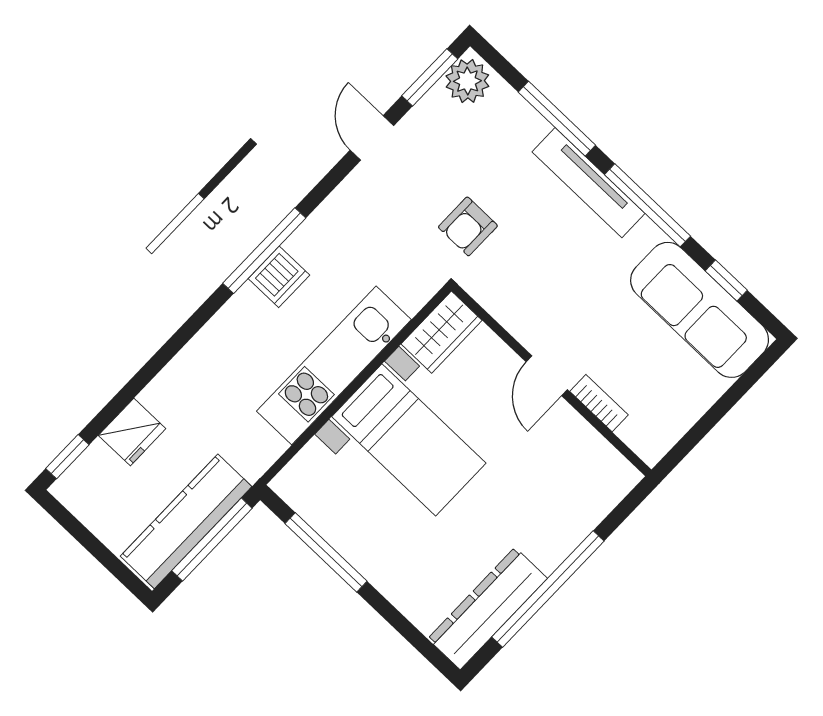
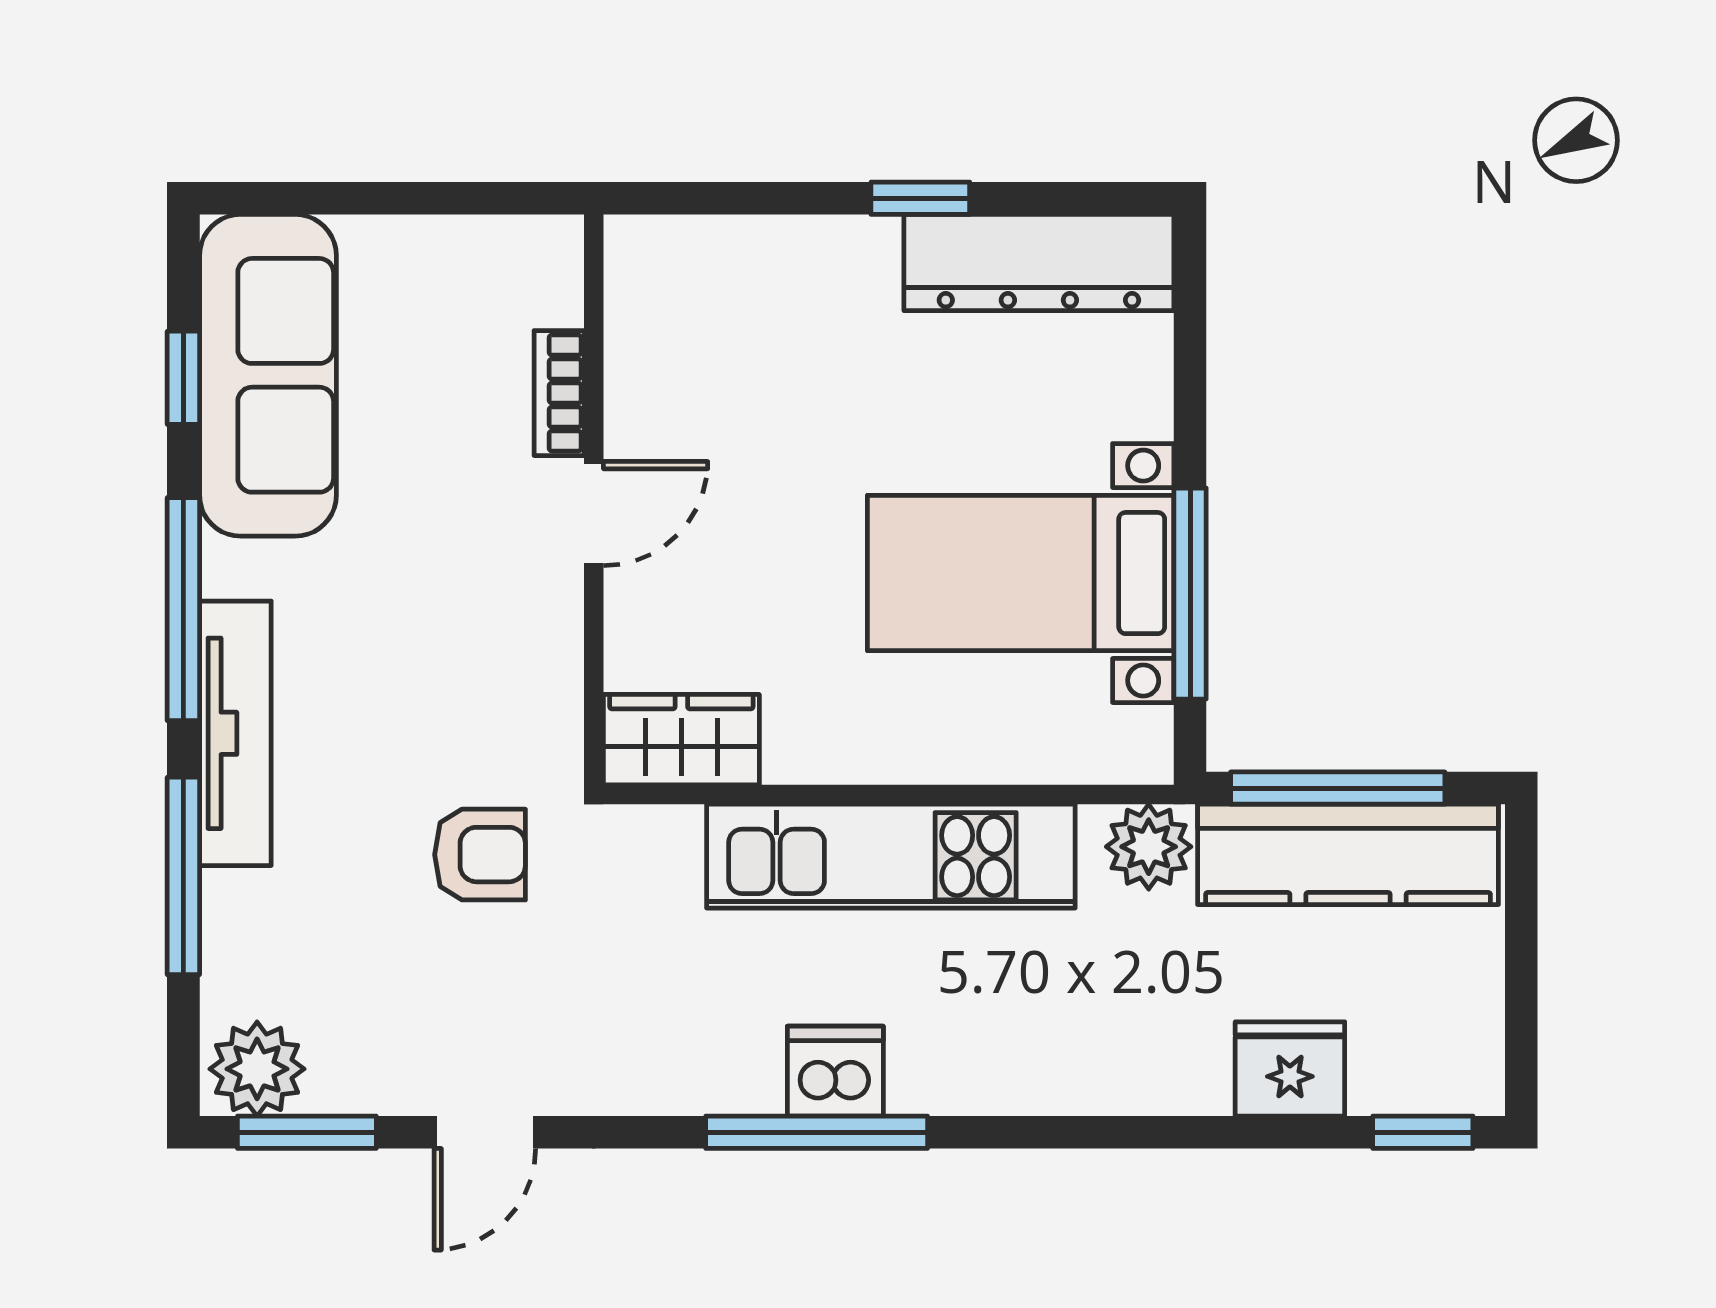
bed with nightstands: (409, 440) -> (1021, 573), moved, turned -90
plant: (253, 456) -> (1149, 847), added
window: (548, 589) -> (920, 198), width x0.32

